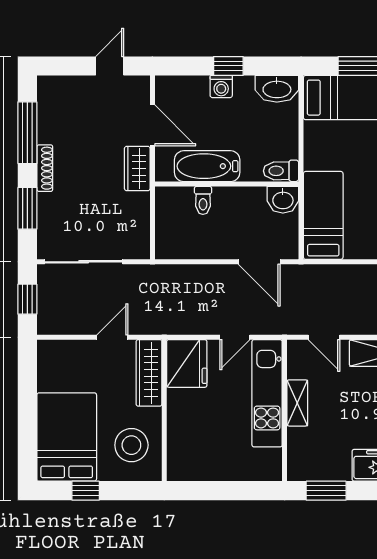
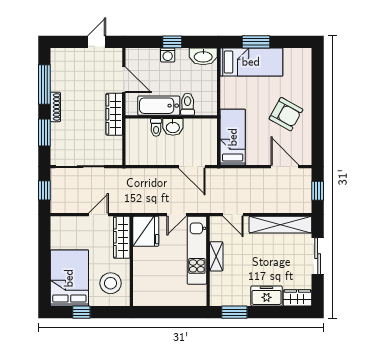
wardrobe: (137, 169) -> (114, 114), width x1.50
toilet: (281, 171) -> (188, 104), moved, turned 90
washbasin: (283, 200) -> (173, 127), moved

